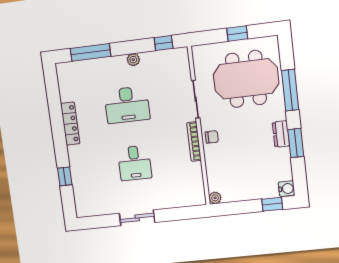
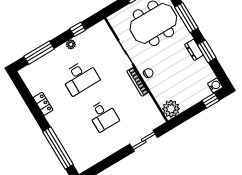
window: (164, 43) -> (78, 29), moved
locker: (70, 124) -> (43, 104), width x0.66
window: (65, 176) -> (58, 148), width x3.17
plant: (215, 198) -> (171, 109), width x1.88, depth x1.88
sliding door: (137, 218) -> (144, 141), moved

